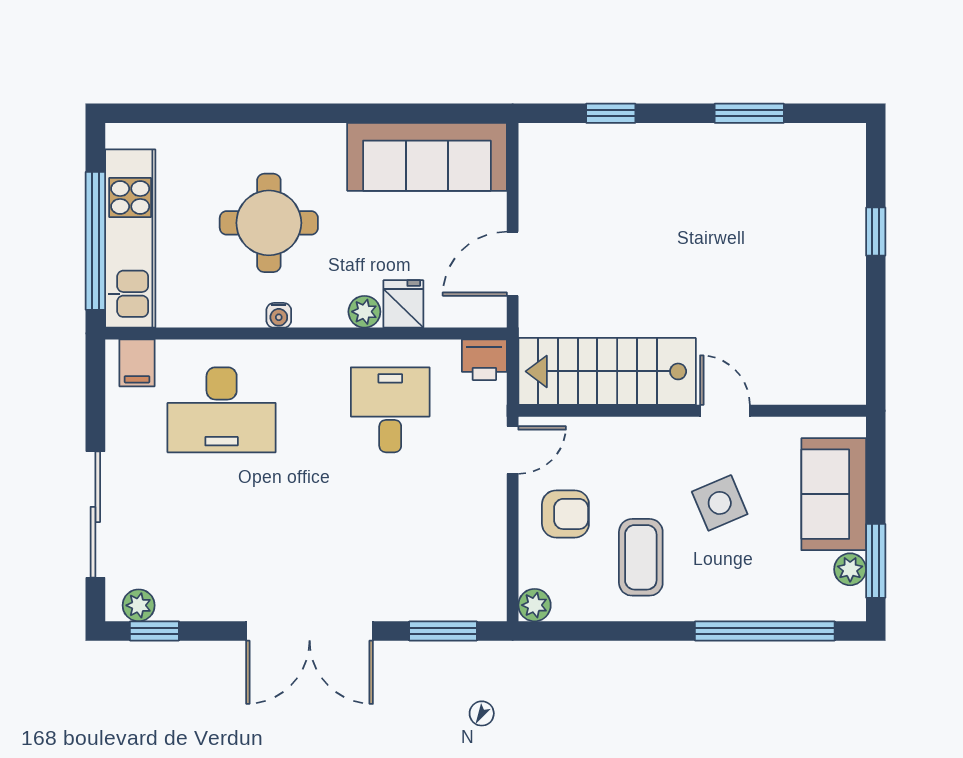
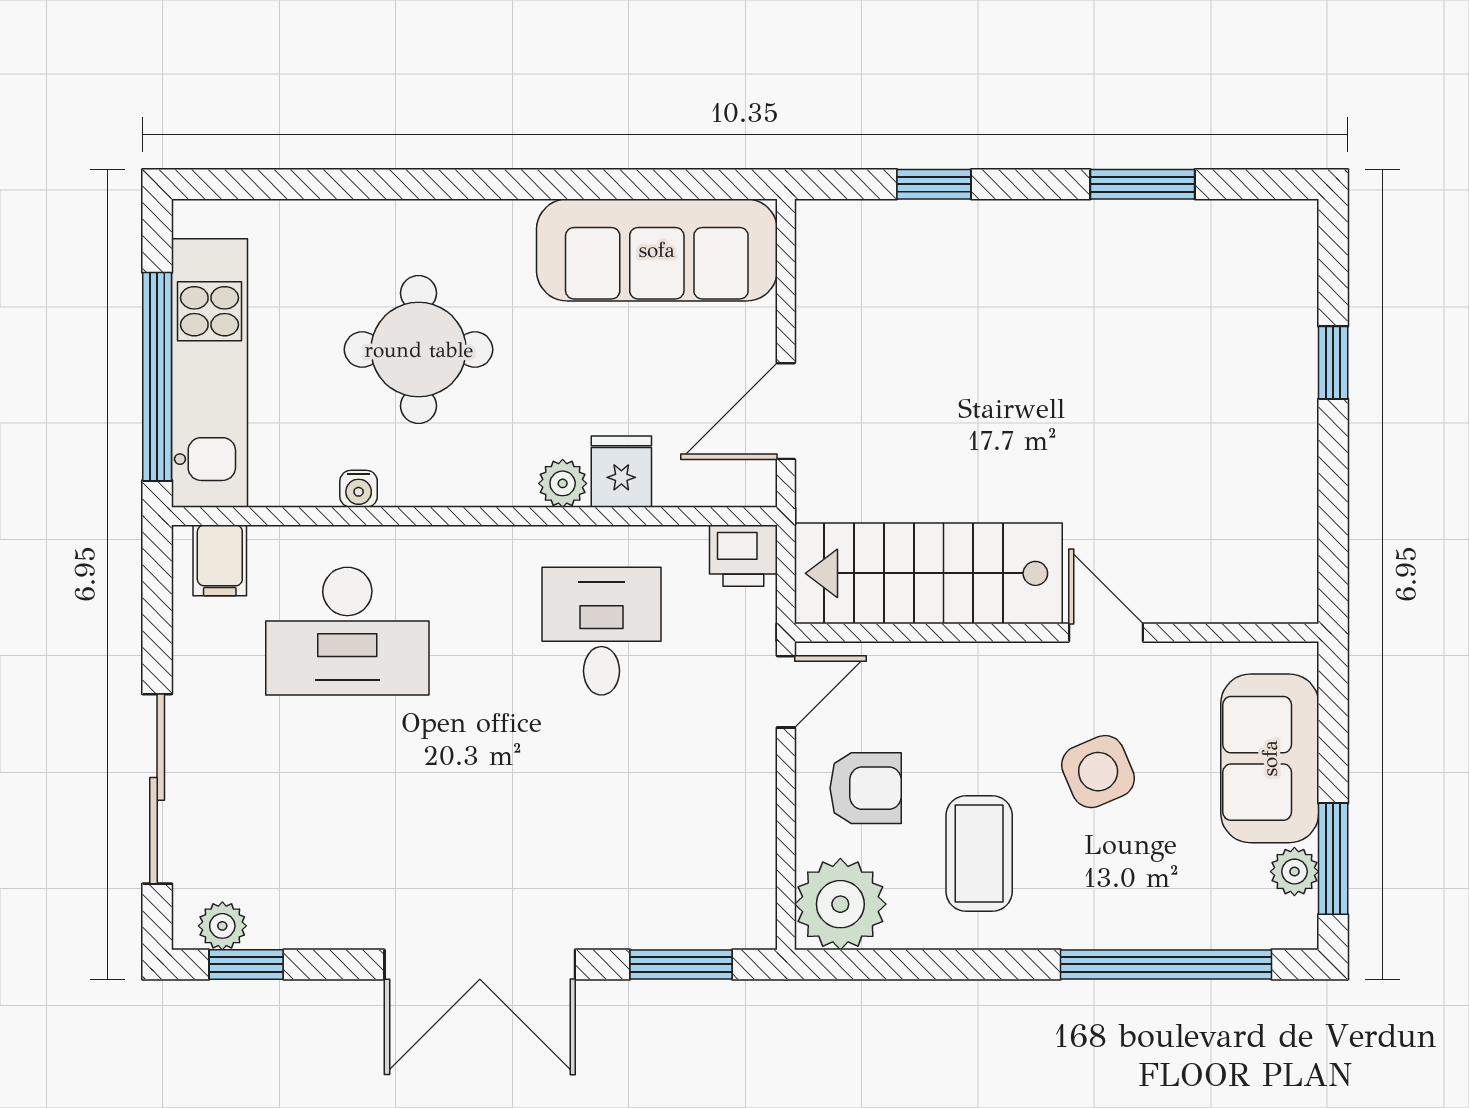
water cooler: (279, 315) -> (359, 489), moved
plant: (535, 605) -> (840, 904), width x1.87, depth x1.87

